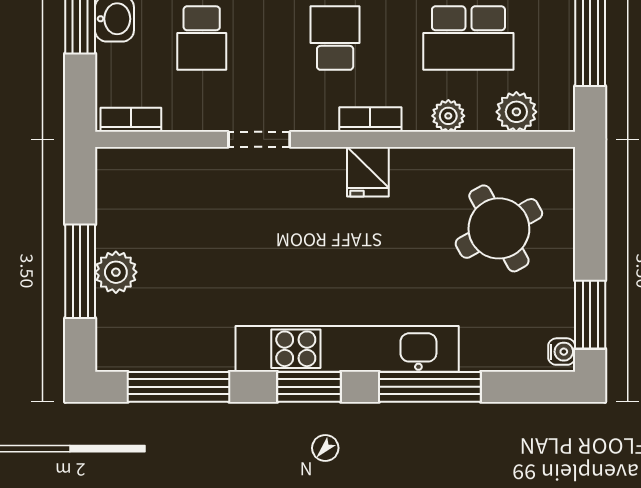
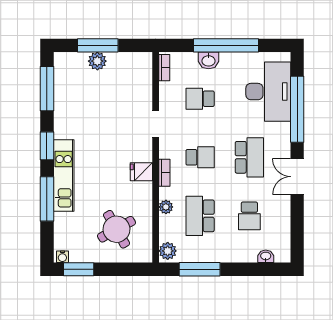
plant: (516, 112) -> (168, 251), moved
kitchen unit: (347, 349) -> (64, 176), width x0.73

